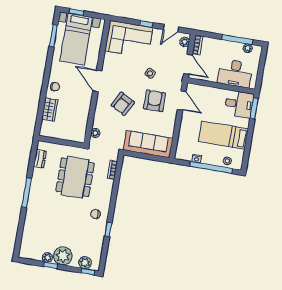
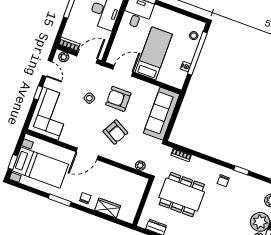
window: (53, 36) -> (60, 200), moved
bed: (223, 135) -> (154, 53), moved, turned 180

